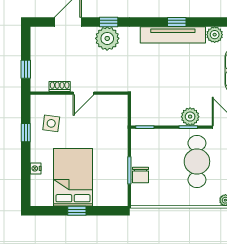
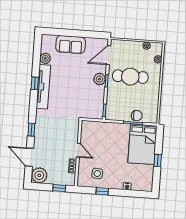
plant: (107, 38) -> (39, 175), moved
bed: (73, 177) -> (142, 144), moved, turned -90

